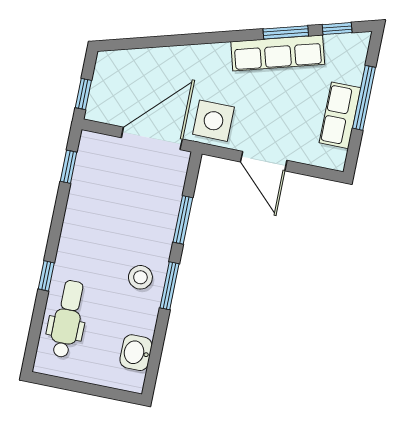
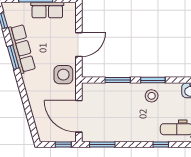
window: (286, 32) -> (13, 57), moved
door: (152, 138) -> (79, 116), moved
window: (69, 167) -> (102, 144), width x1.50

